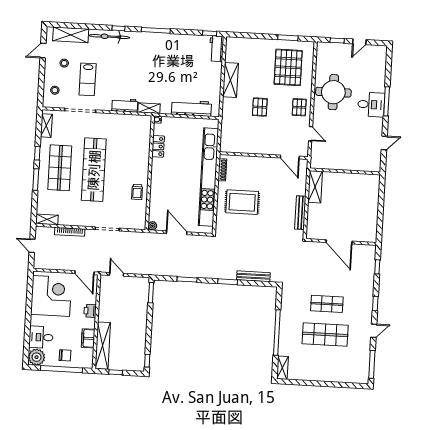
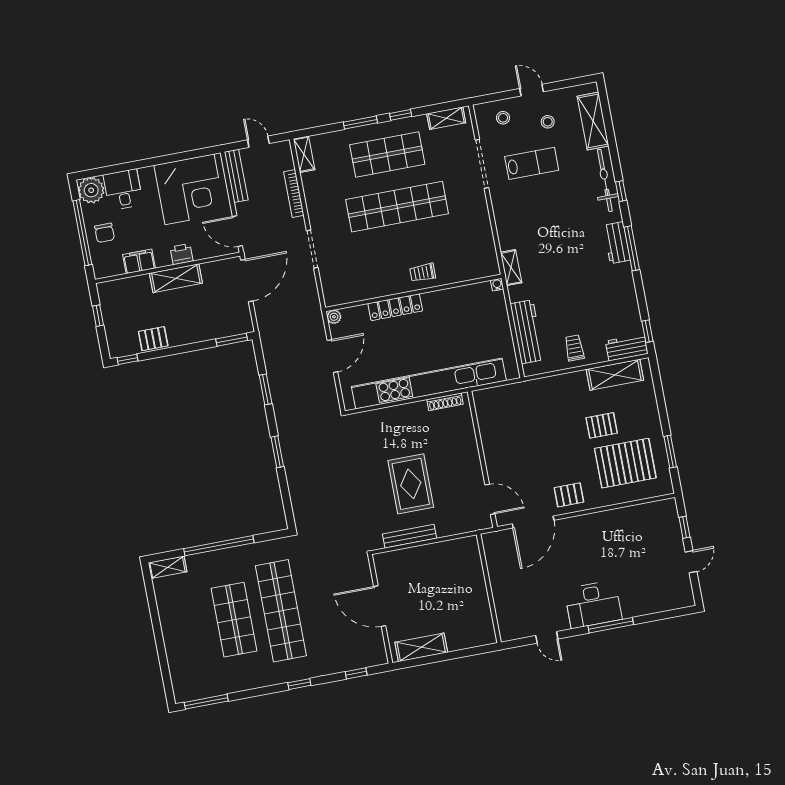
door: (359, 42) -> (691, 562), swing flipped
door: (43, 51) -> (532, 90), moved
lab bench: (88, 79) -> (532, 163), turned 180
shelving: (231, 80) -> (615, 375), moved
trolley: (209, 81) -> (574, 348), added
round table: (333, 92) -> (605, 541), removed
workbench: (125, 105) -> (617, 243), moved, turned 180
desk: (371, 105) -> (593, 604), width x1.37
pallet: (260, 107) -> (602, 425), moved
door: (311, 134) -> (533, 522), width x1.87
locker: (158, 146) -> (395, 307), moved, width x1.53
door: (290, 157) -> (490, 499), swing flipped
shelving: (315, 187) -> (421, 647), moved
trolley: (137, 192) -> (423, 273), moved
rug: (242, 202) -> (411, 484), moved
door: (339, 242) -> (380, 606), hinge flipped
door: (32, 246) -> (258, 142), hinge flipped
door: (84, 273) -> (237, 231), hinge flipped
door: (117, 274) -> (247, 281), width x1.87
bench: (253, 276) -> (236, 176), moved
shop shelf: (327, 304) -> (281, 611), width x2.00, depth x1.36
door: (374, 331) -> (258, 692), removed
pallet: (138, 341) -> (153, 339), added
shelving: (103, 346) -> (176, 278), moved, width x0.68

